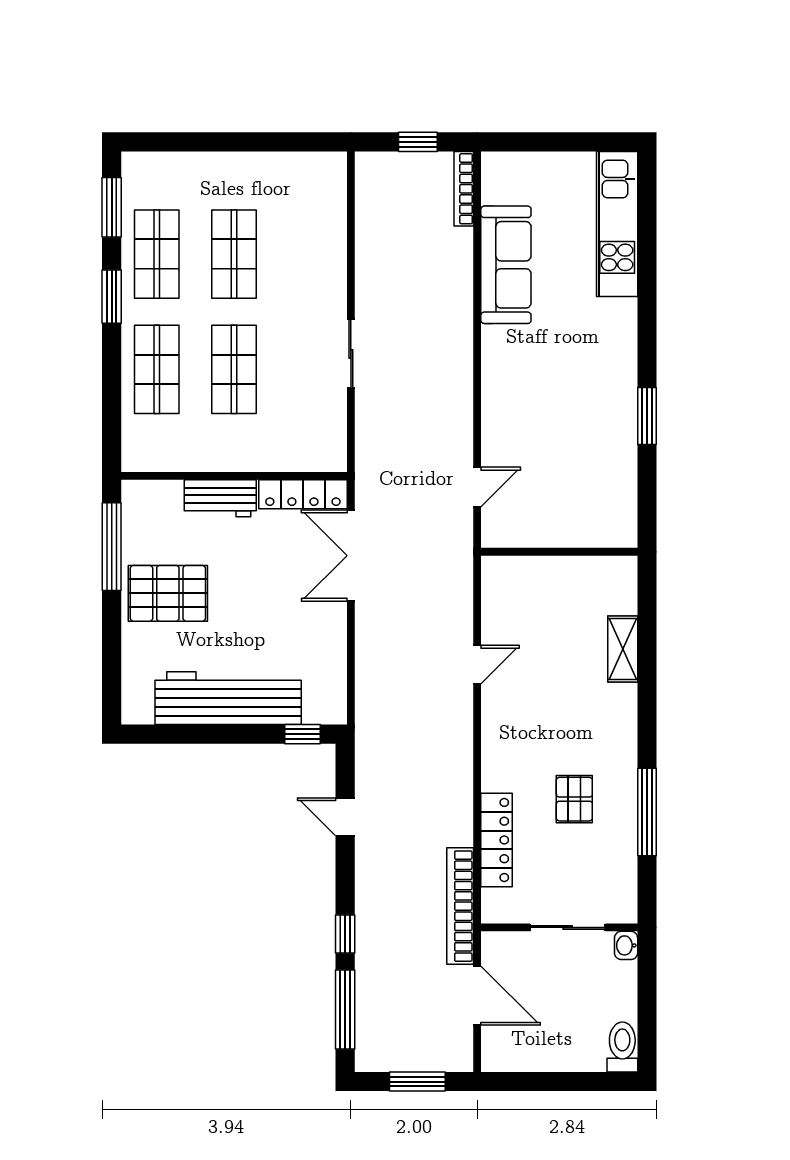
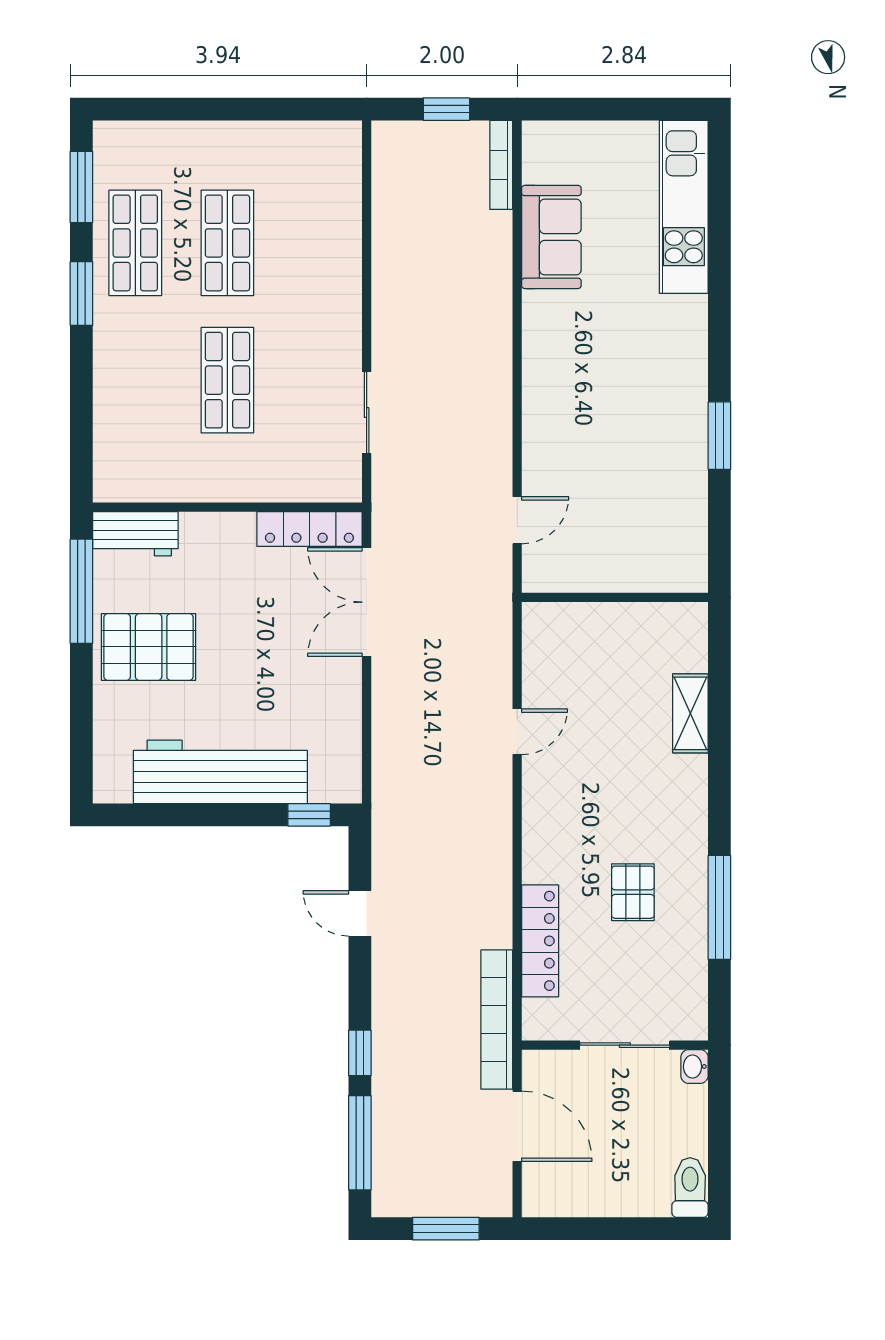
sofa: (506, 265) -> (551, 237), width x0.73
sliding door: (351, 354) -> (367, 413), moved
shop shelf: (157, 369) -> (135, 380), removed
workbench: (220, 498) -> (135, 534), moved

